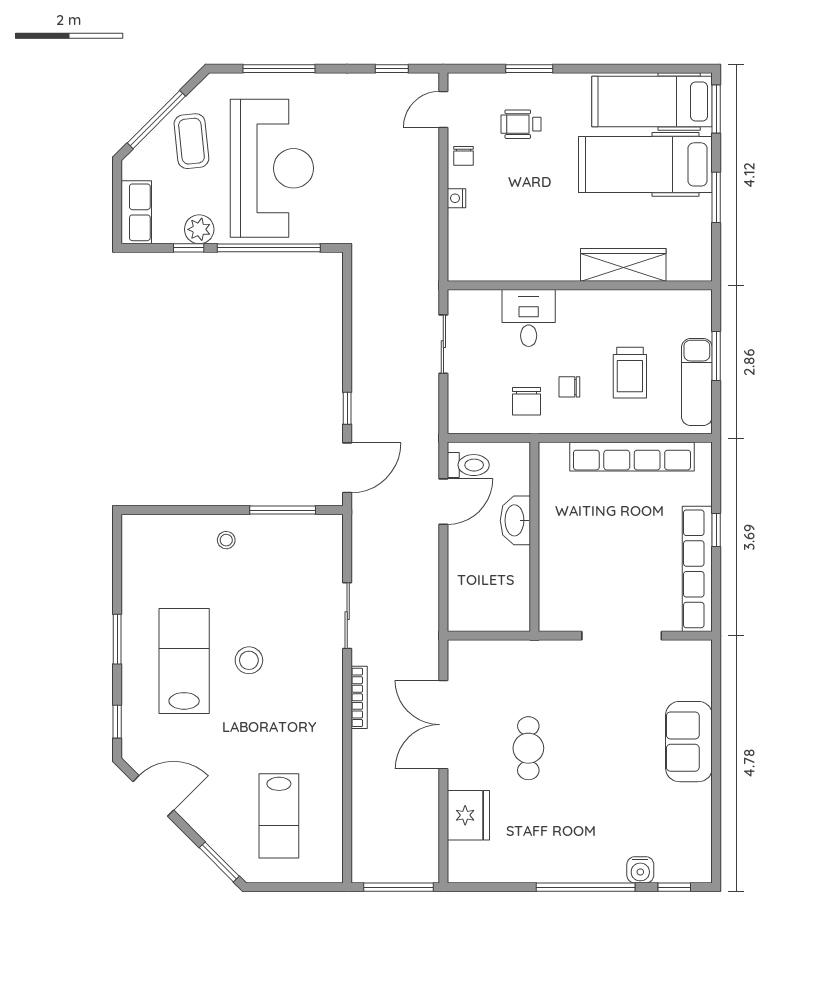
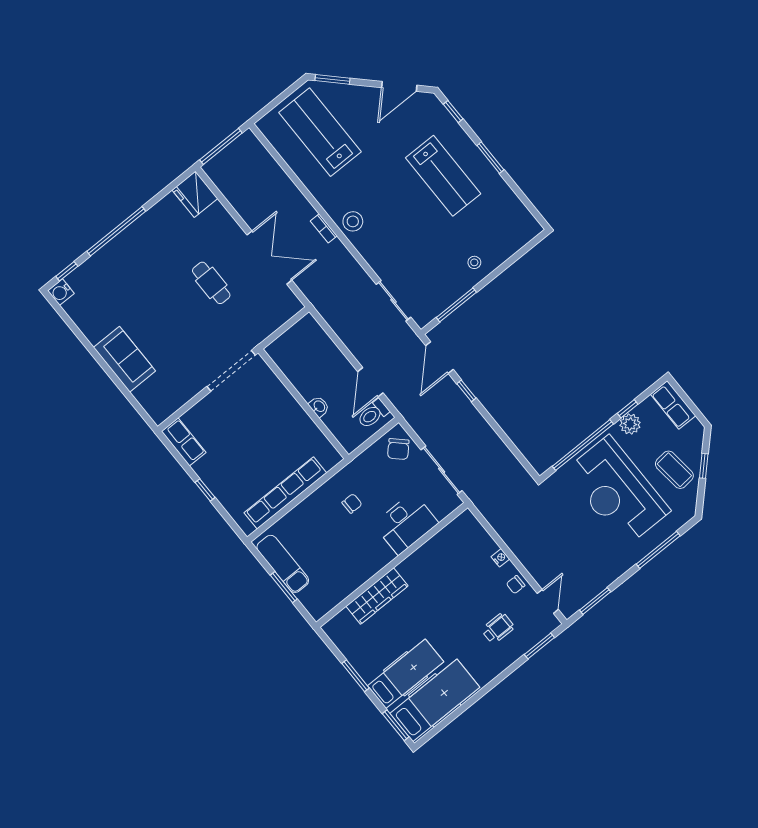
window: (392, 69) -> (595, 601), width x1.50
window: (529, 69) -> (539, 646), moved
window: (156, 120) -> (704, 466), width x0.46
chair: (464, 156) -> (516, 585), turned -90
hospital bed: (645, 164) -> (406, 674), width x0.73, depth x0.78
desk: (529, 318) -> (406, 523), width x1.37
sliding door: (443, 344) -> (442, 470), width x1.37
trolley: (630, 373) -> (324, 539), removed
chair: (527, 401) -> (398, 449), moved, turned -136
washbasin: (515, 520) -> (319, 406), width x0.52, depth x0.69
row of seats: (697, 569) -> (184, 442), width x0.50
sliding door: (347, 616) -> (393, 301), moved
doorway: (622, 636) -> (231, 371), moved
stool: (249, 660) -> (353, 221), moved
bookcase: (359, 697) -> (324, 228), width x0.64
fridge: (468, 815) -> (195, 194), moved
lab bench: (279, 816) -> (320, 132), width x1.36, depth x1.39
water cooler: (640, 870) -> (61, 292), moved, turned -90

